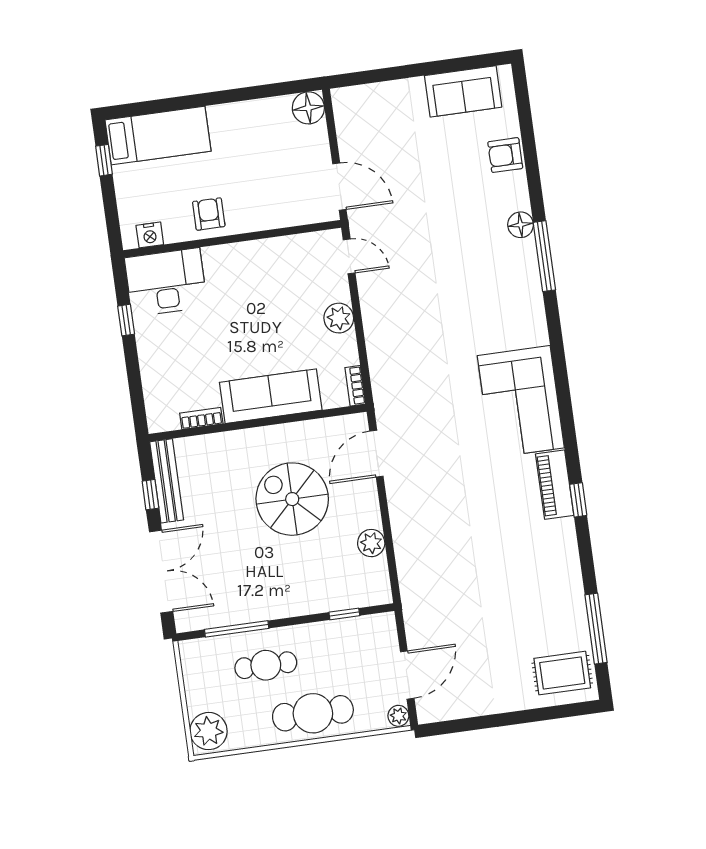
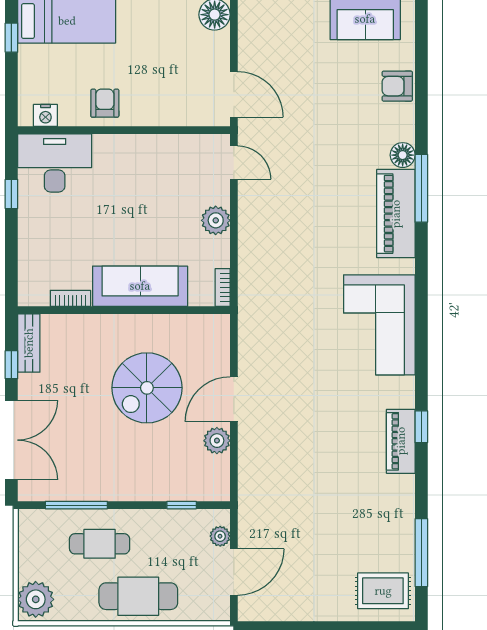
piano: (522, 286) -> (396, 214), added
door: (376, 454) -> (234, 399), moved
bench: (167, 481) -> (29, 343), width x0.73
piano: (555, 485) -> (401, 441), moved
spiral stairs: (292, 499) -> (147, 388), turned -90
plant: (398, 716) -> (220, 536), moved

